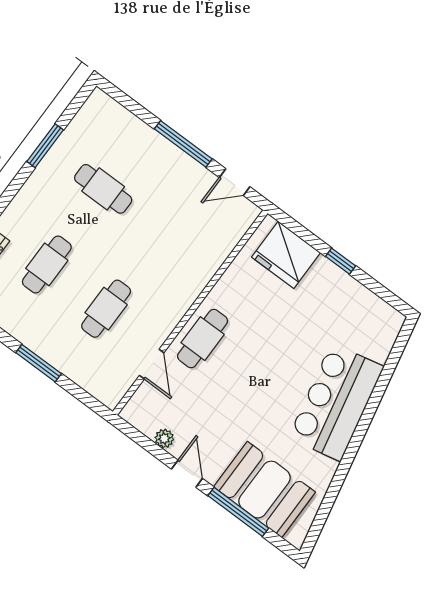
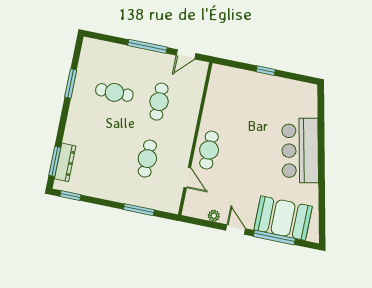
fridge: (286, 255) -> (234, 81), removed
cafe table: (47, 264) -> (159, 102), moved
window: (39, 363) -> (139, 210), moved

